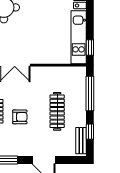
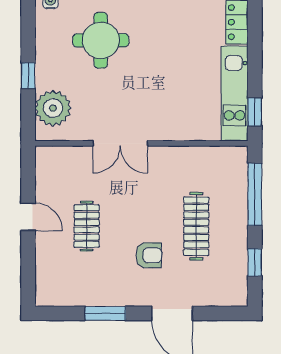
armchair: (20, 117) -> (149, 255), moved
bench: (81, 141) -> (239, 279), removed

